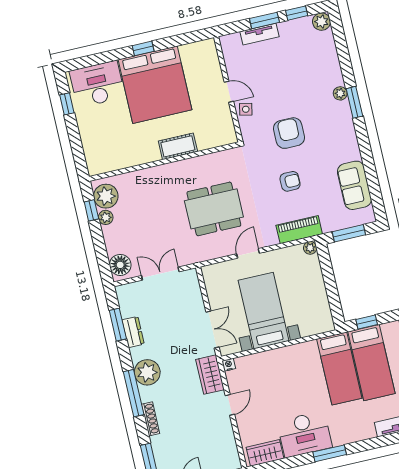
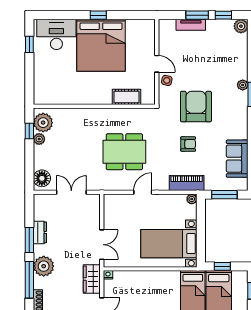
armchair: (289, 133) -> (196, 107), width x1.36, depth x1.36
cot: (178, 146) -> (126, 97), moved
bed with nightstands: (264, 311) -> (169, 244), moved, turned -90
window: (118, 325) -> (29, 240), moved

